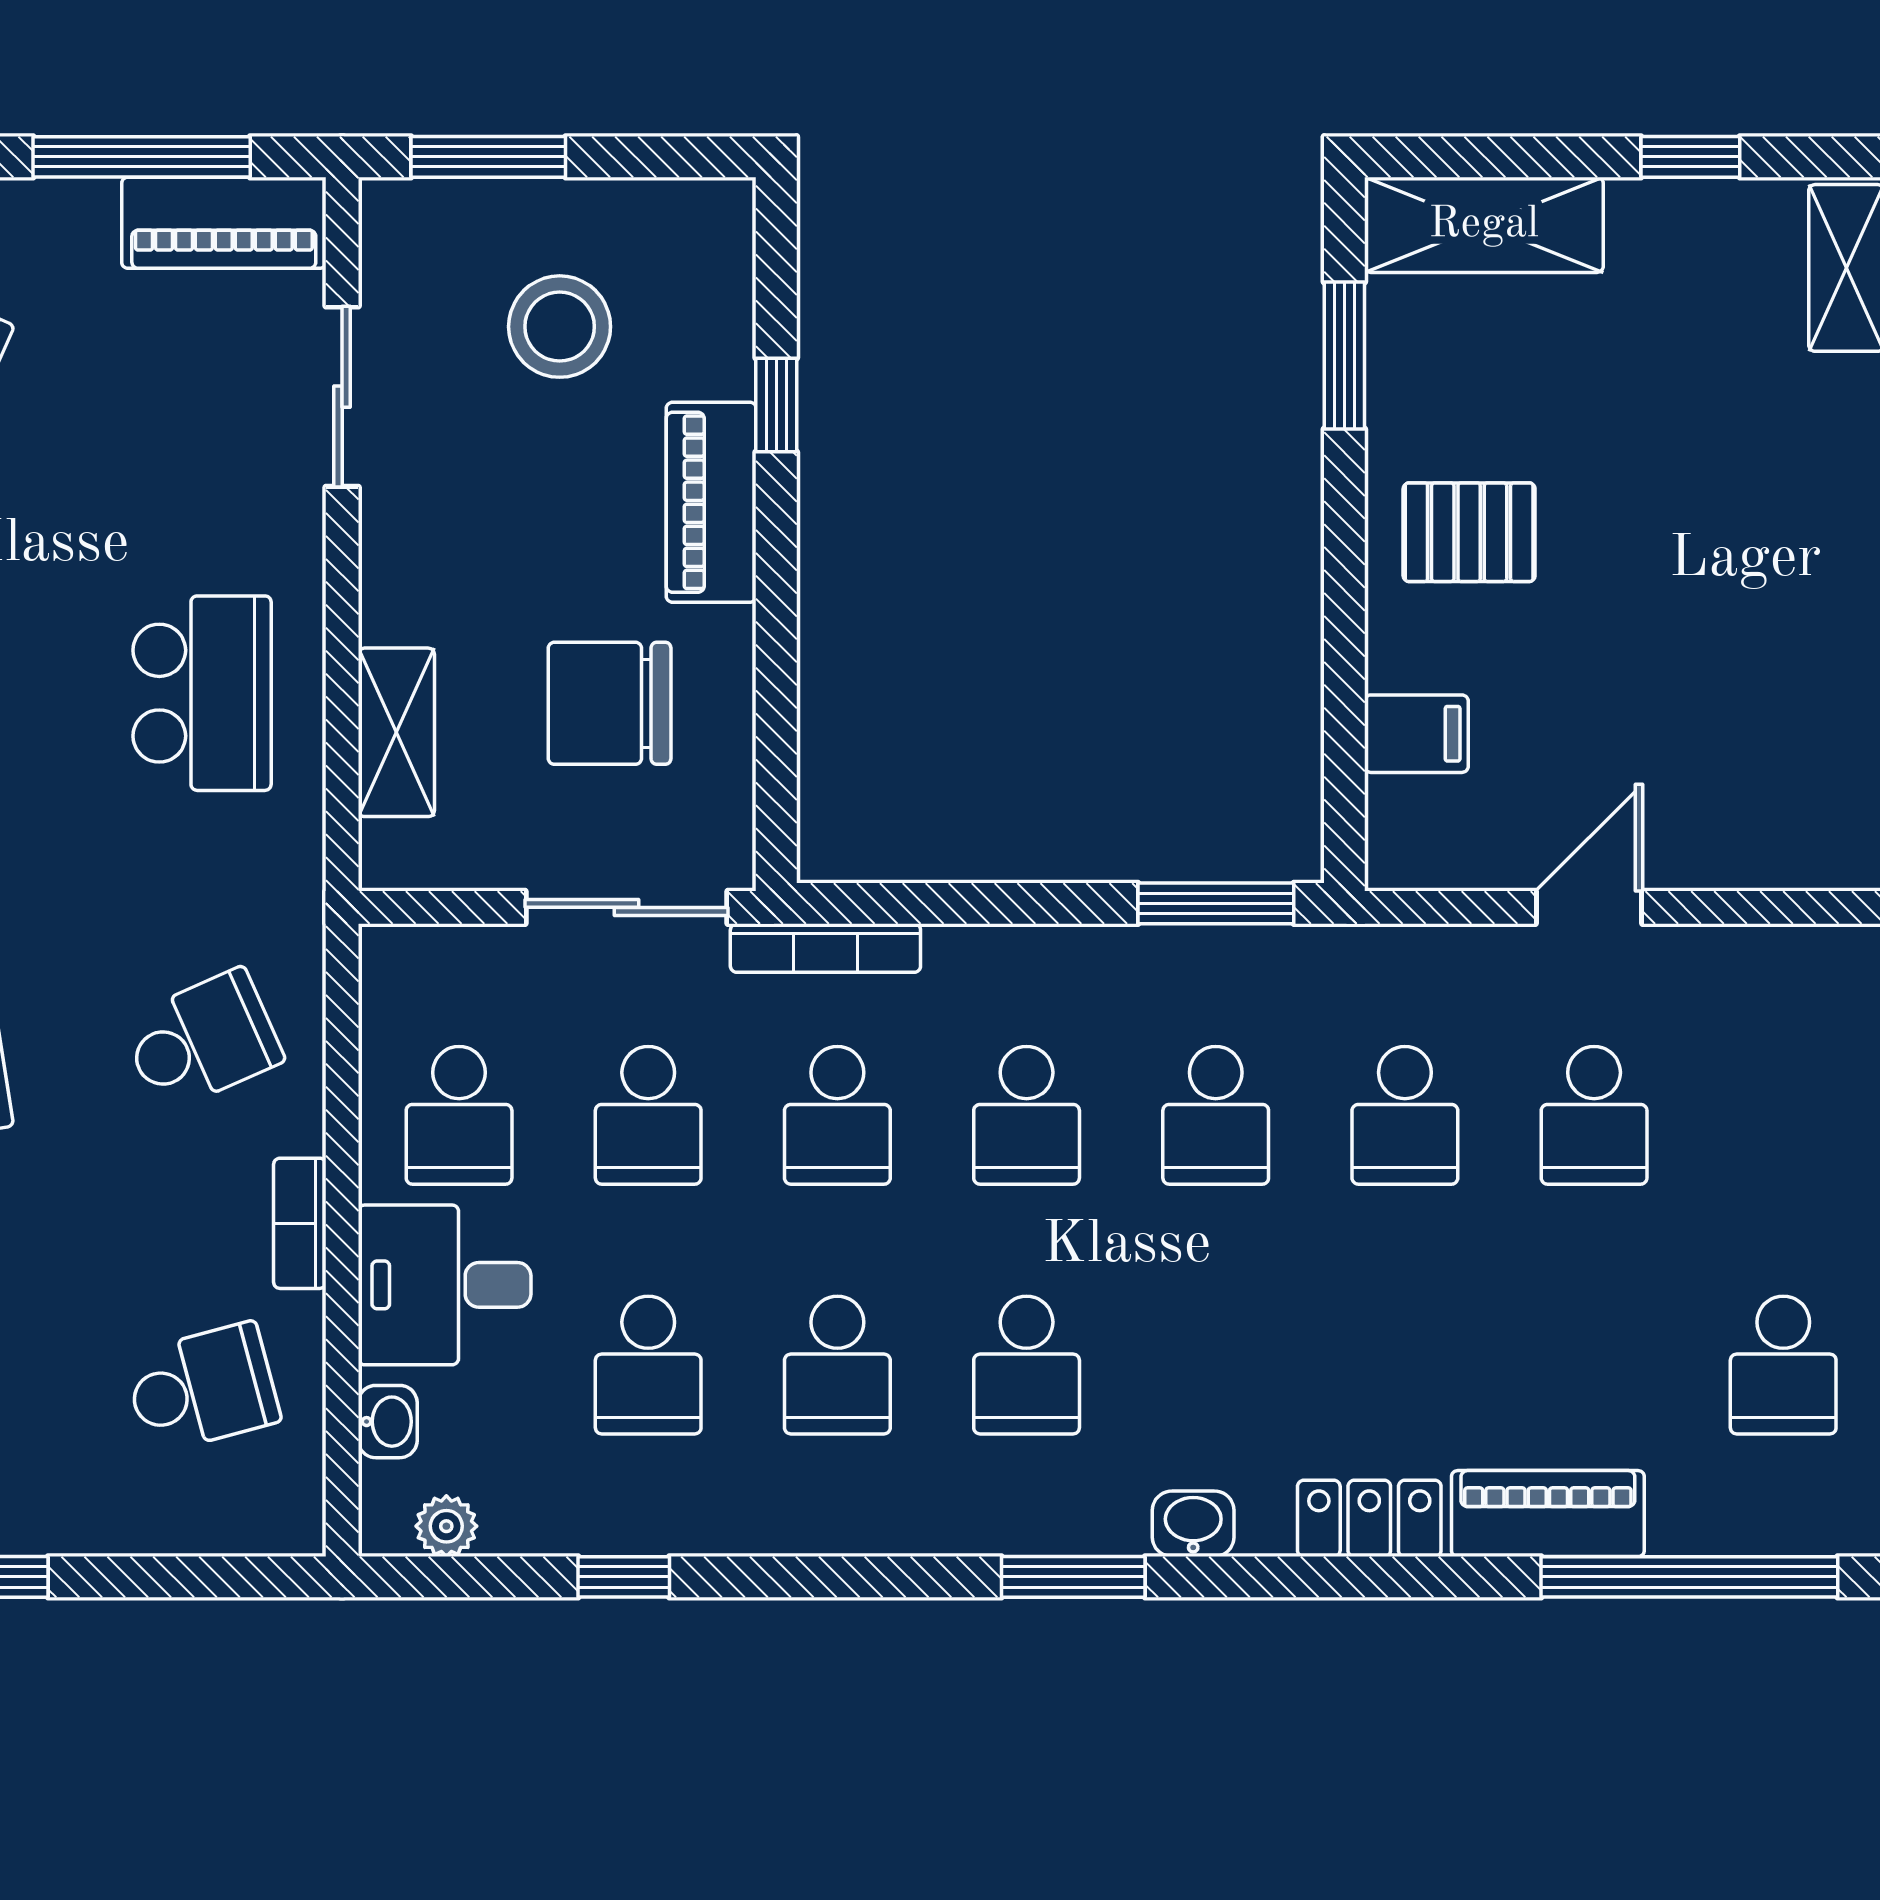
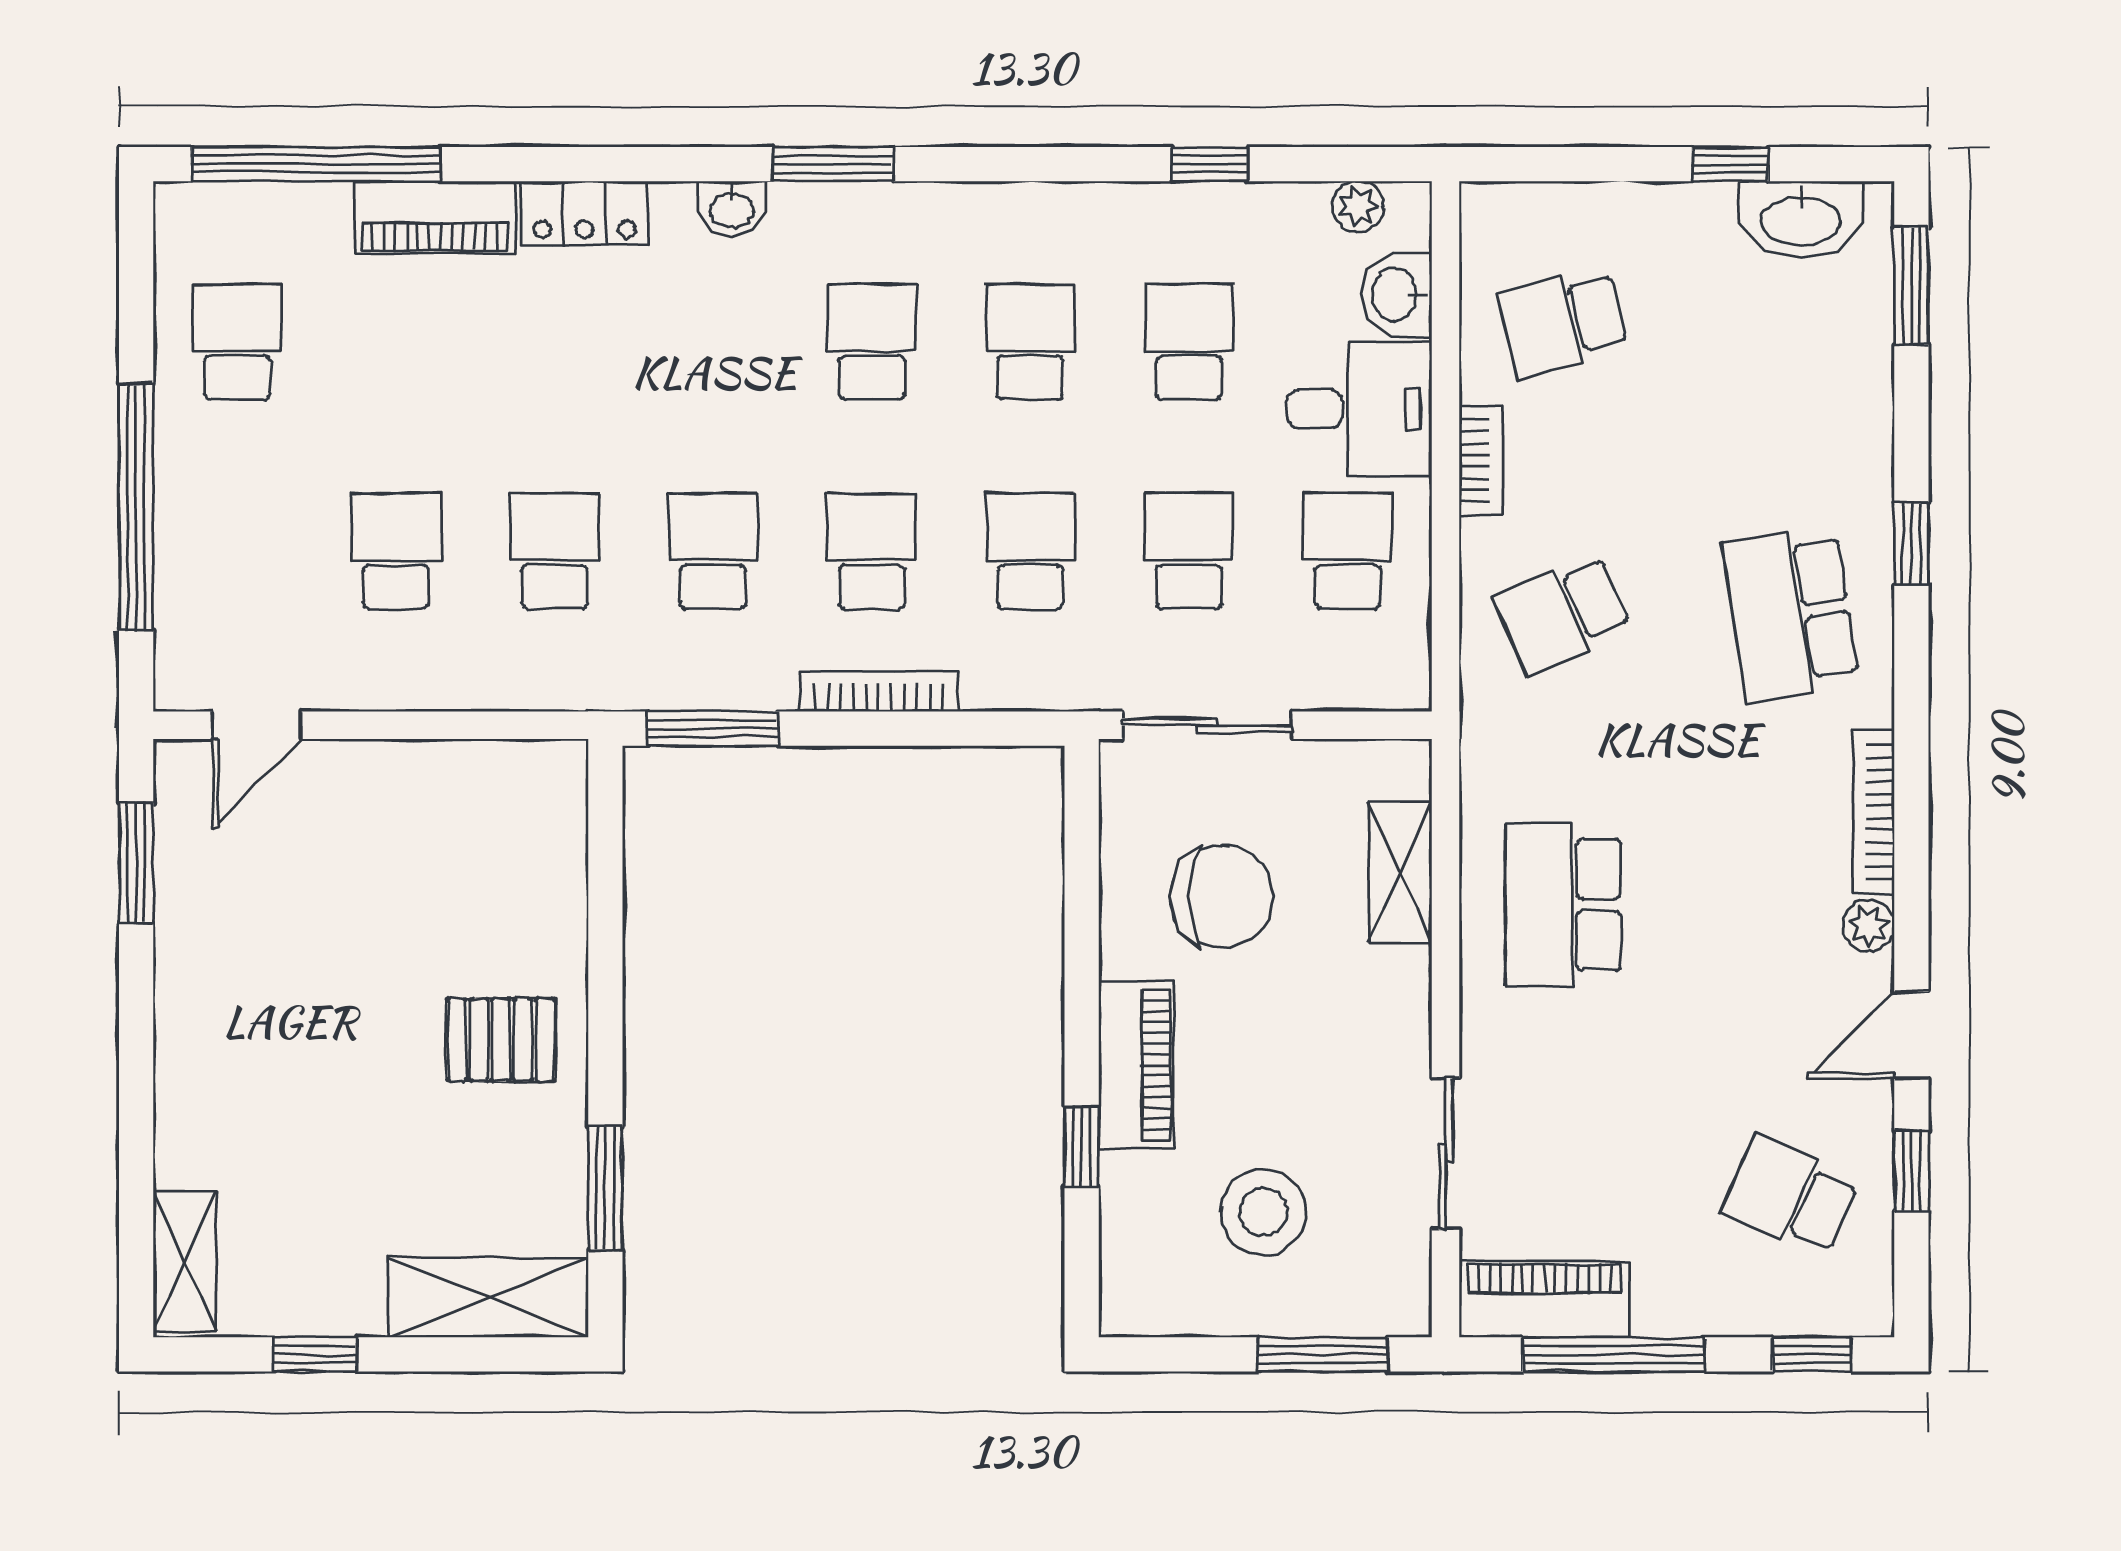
filing cabinet: (1416, 734) -> (545, 871), removed
door: (1589, 907) -> (257, 725), moved
bookcase: (825, 948) -> (879, 691), moved
washbasin: (388, 1422) -> (1396, 294), width x1.38, depth x1.45

